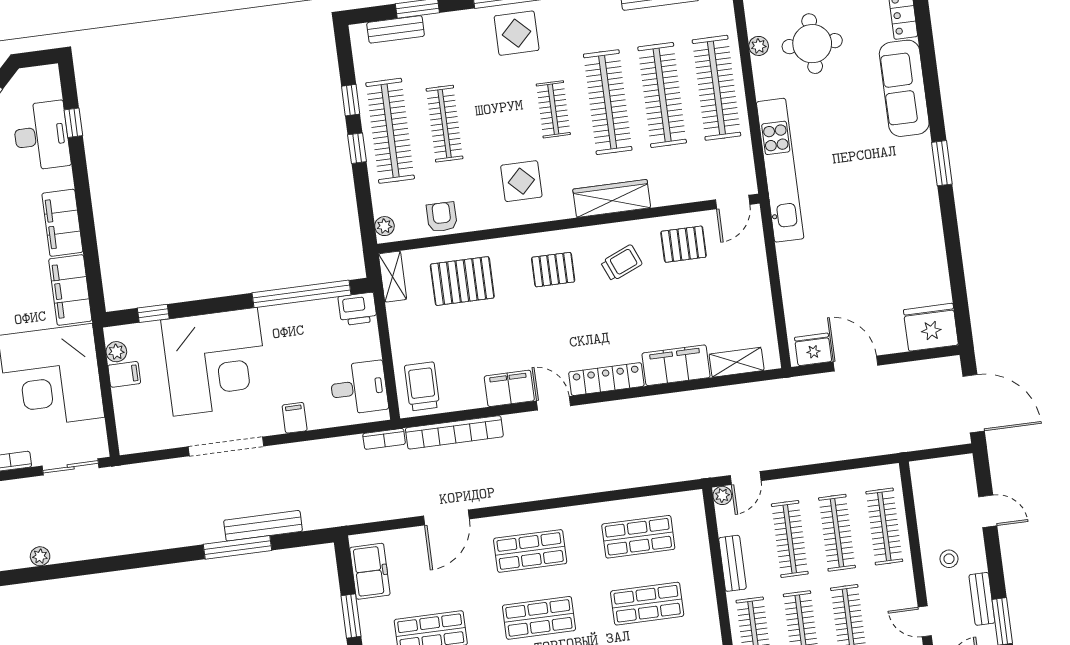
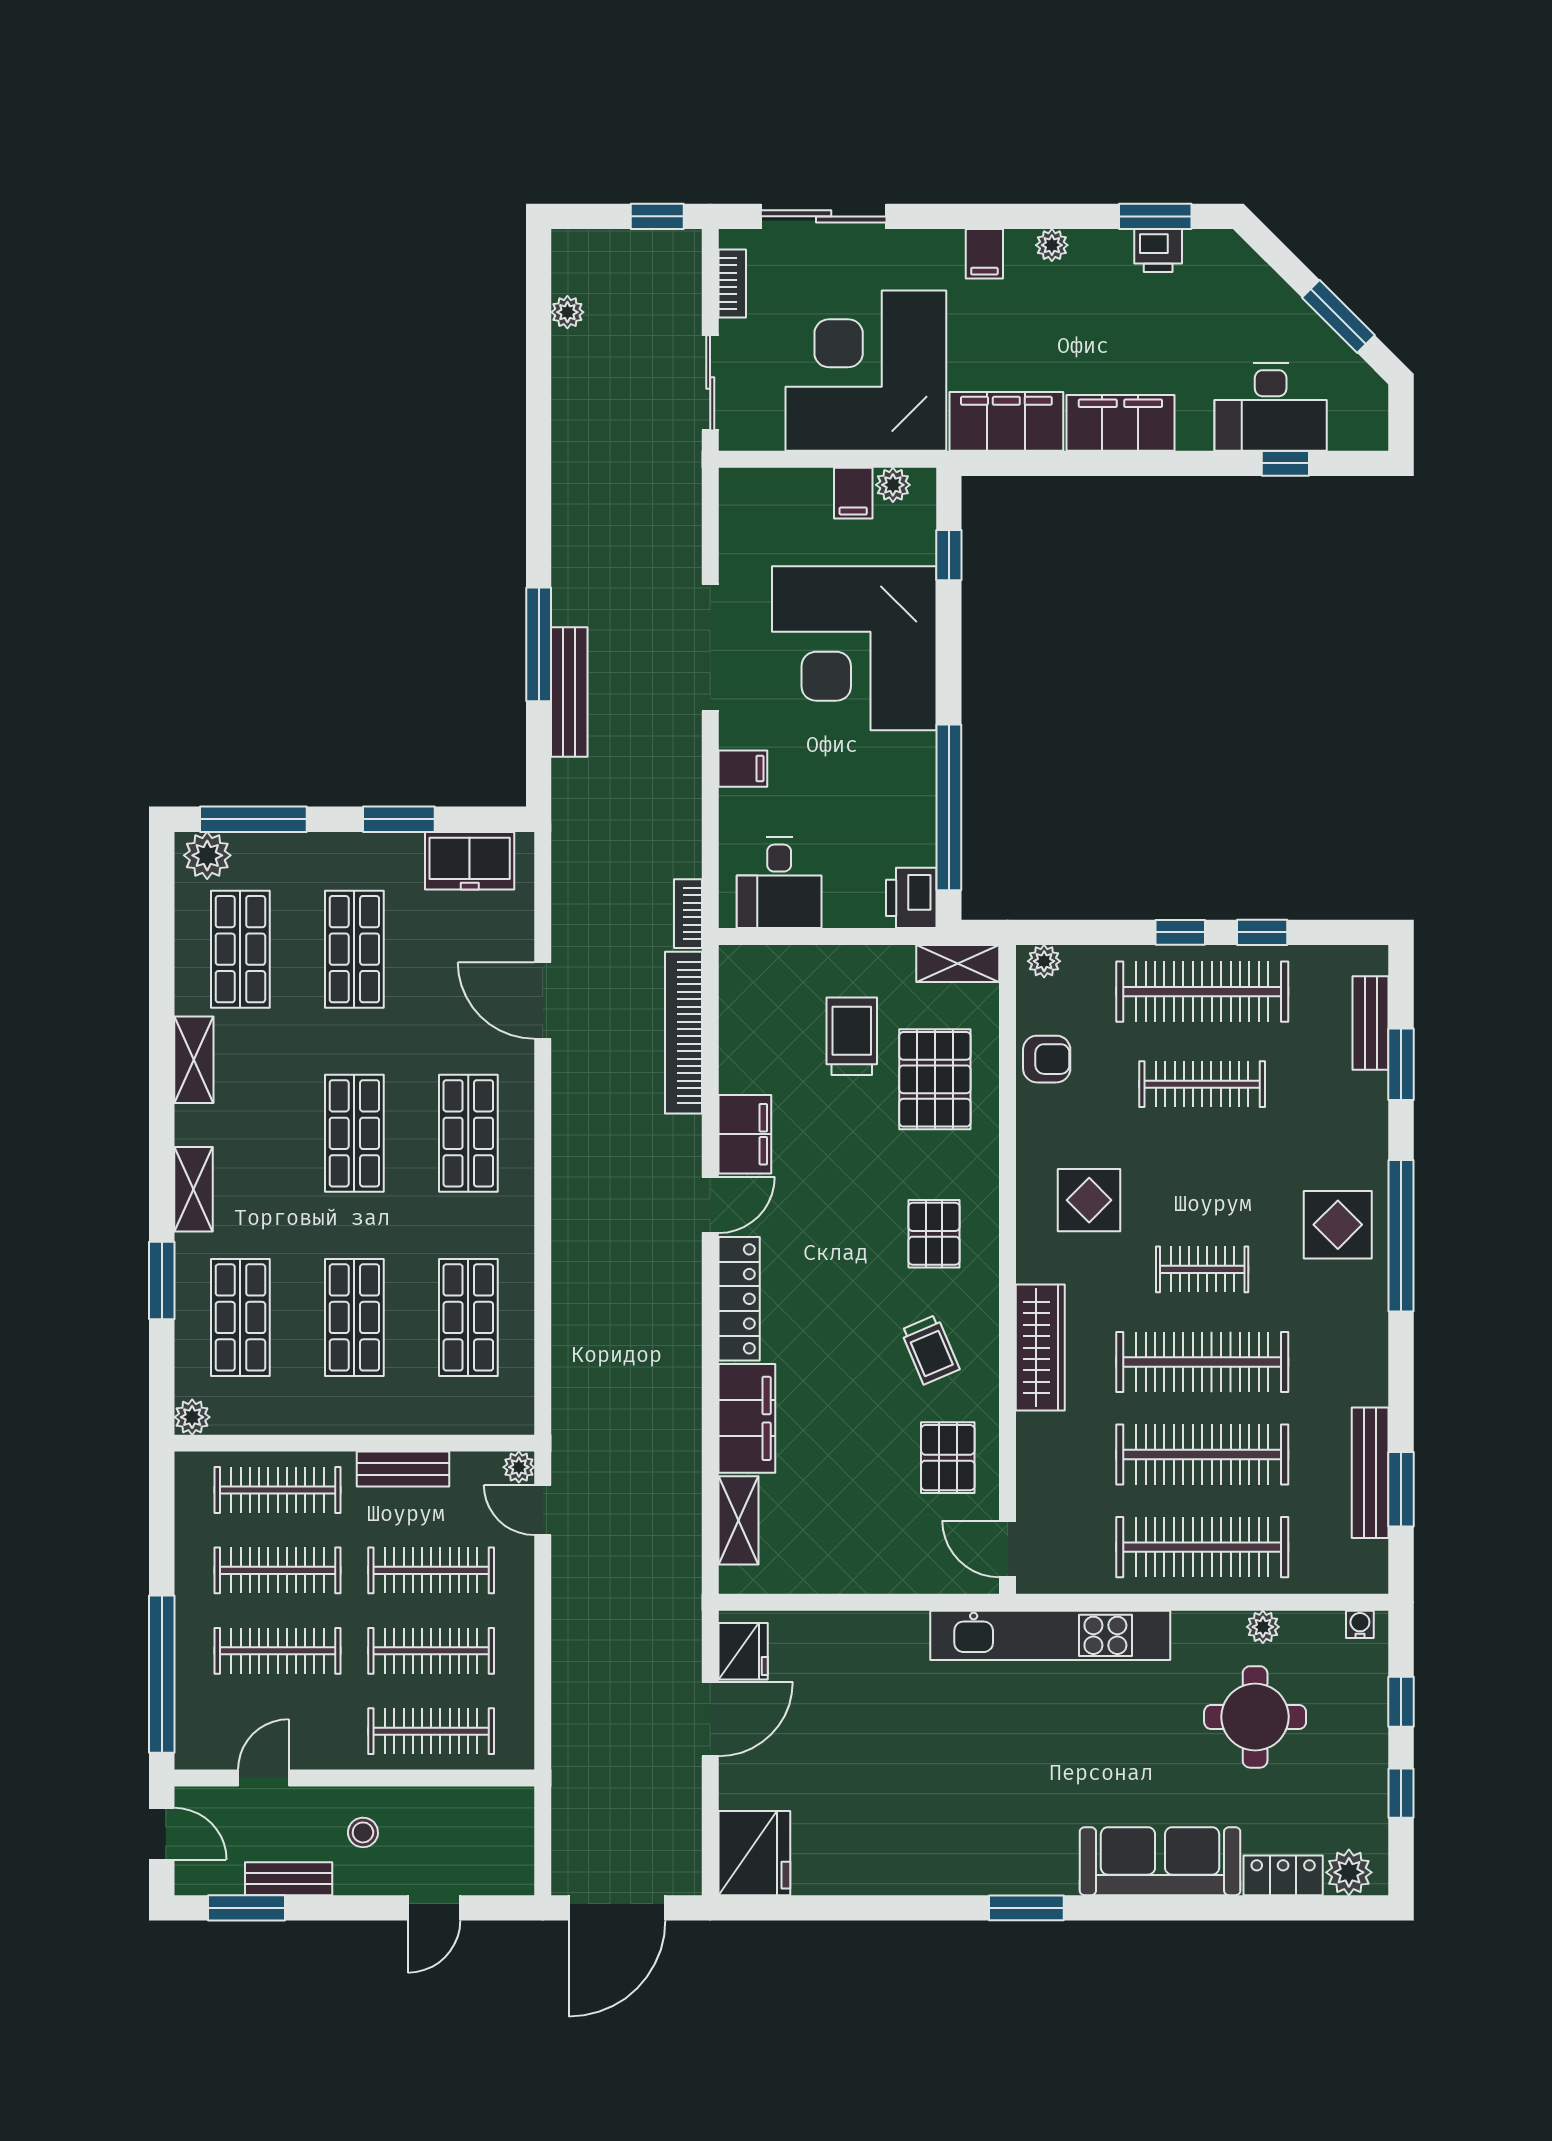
trolley: (422, 386) -> (852, 1036), moved, turned -90

